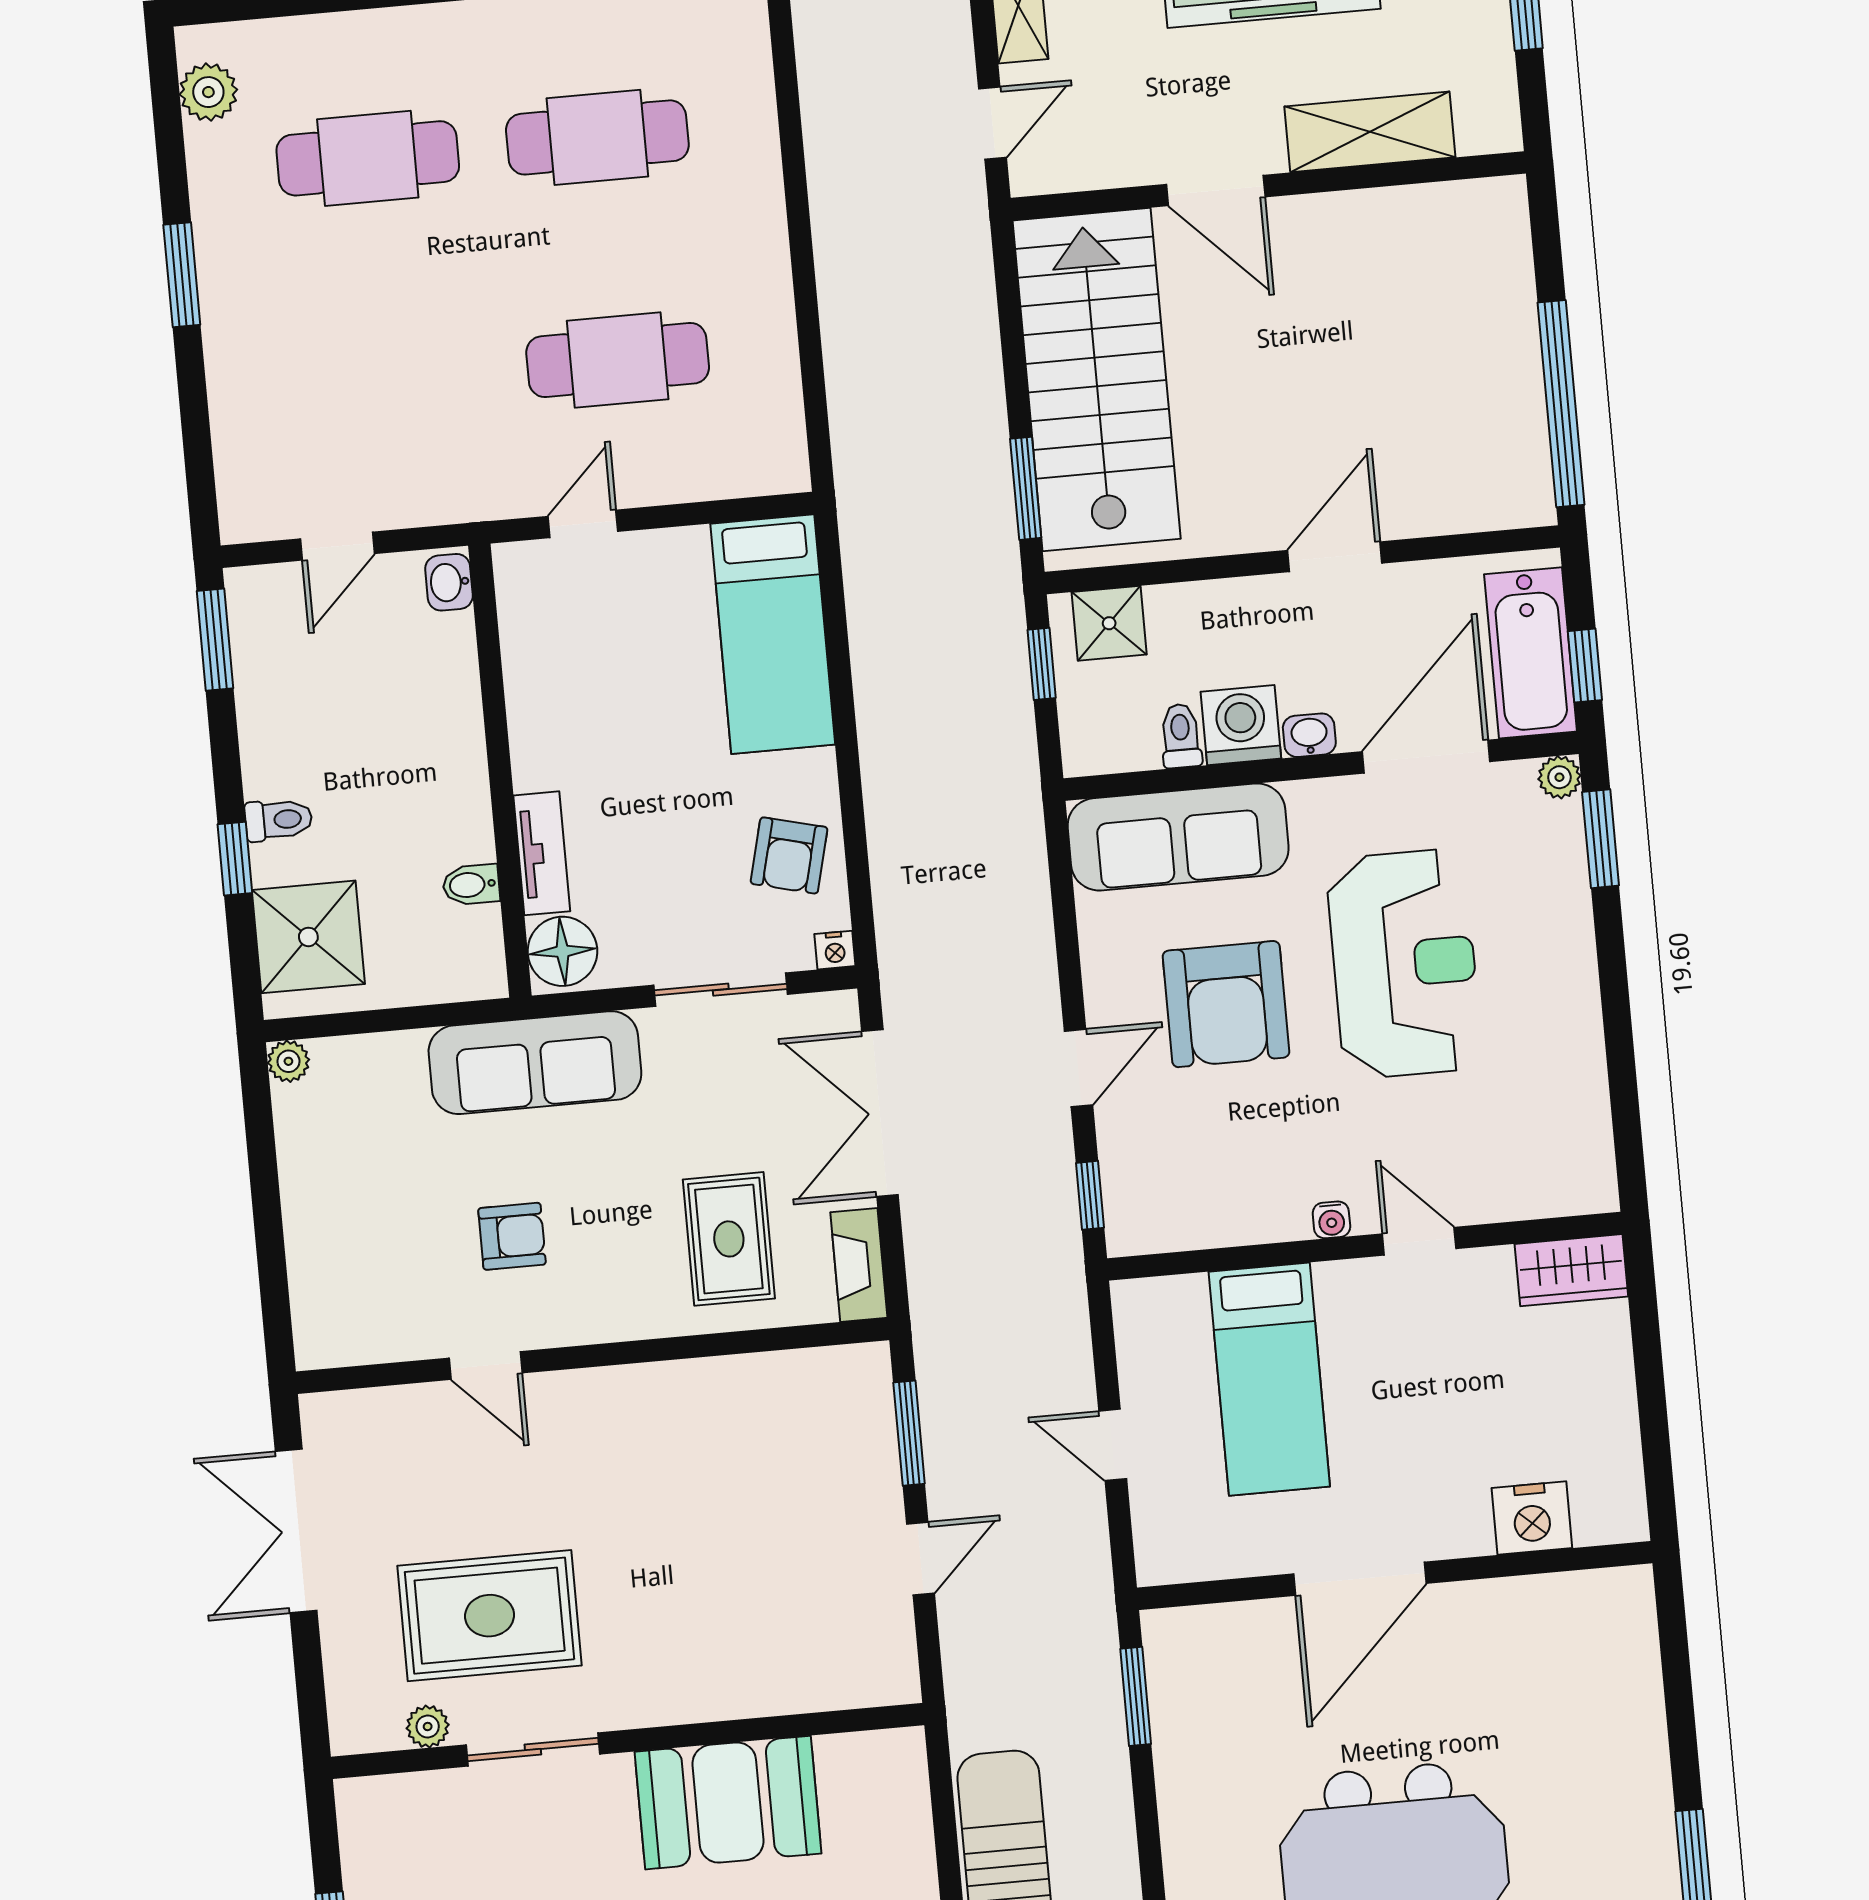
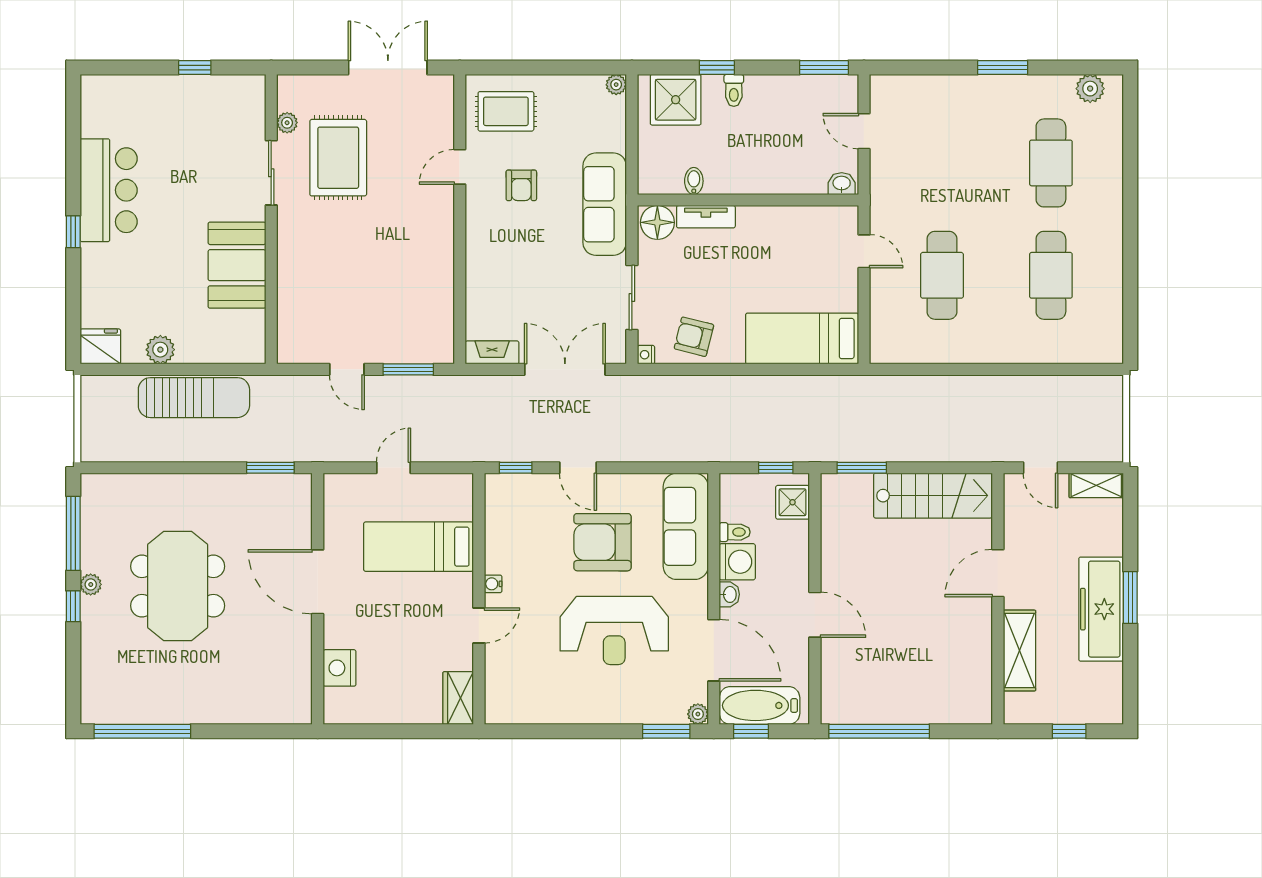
stairs: (1097, 380) -> (933, 496), width x0.73, depth x0.66
rug: (729, 1239) -> (506, 111), moved

